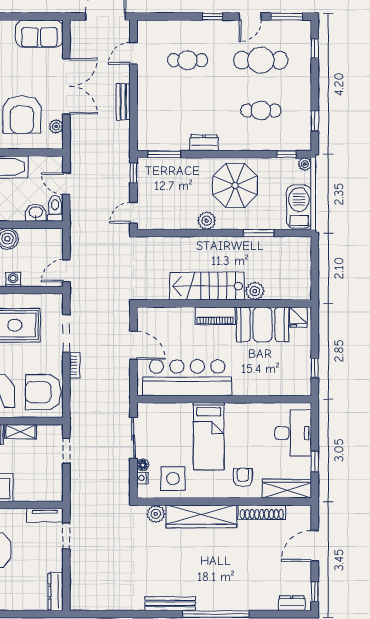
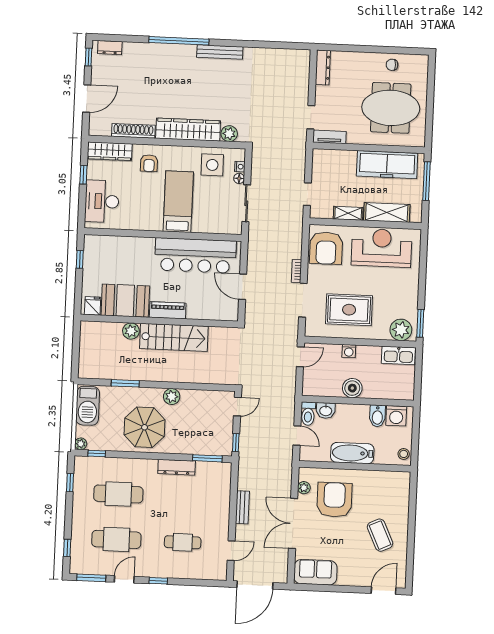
cafe table: (261, 110) -> (118, 494), width x1.37, depth x1.35
dresser: (204, 143) -> (177, 467), width x1.44
armchair: (43, 392) -> (326, 248), turned 90

